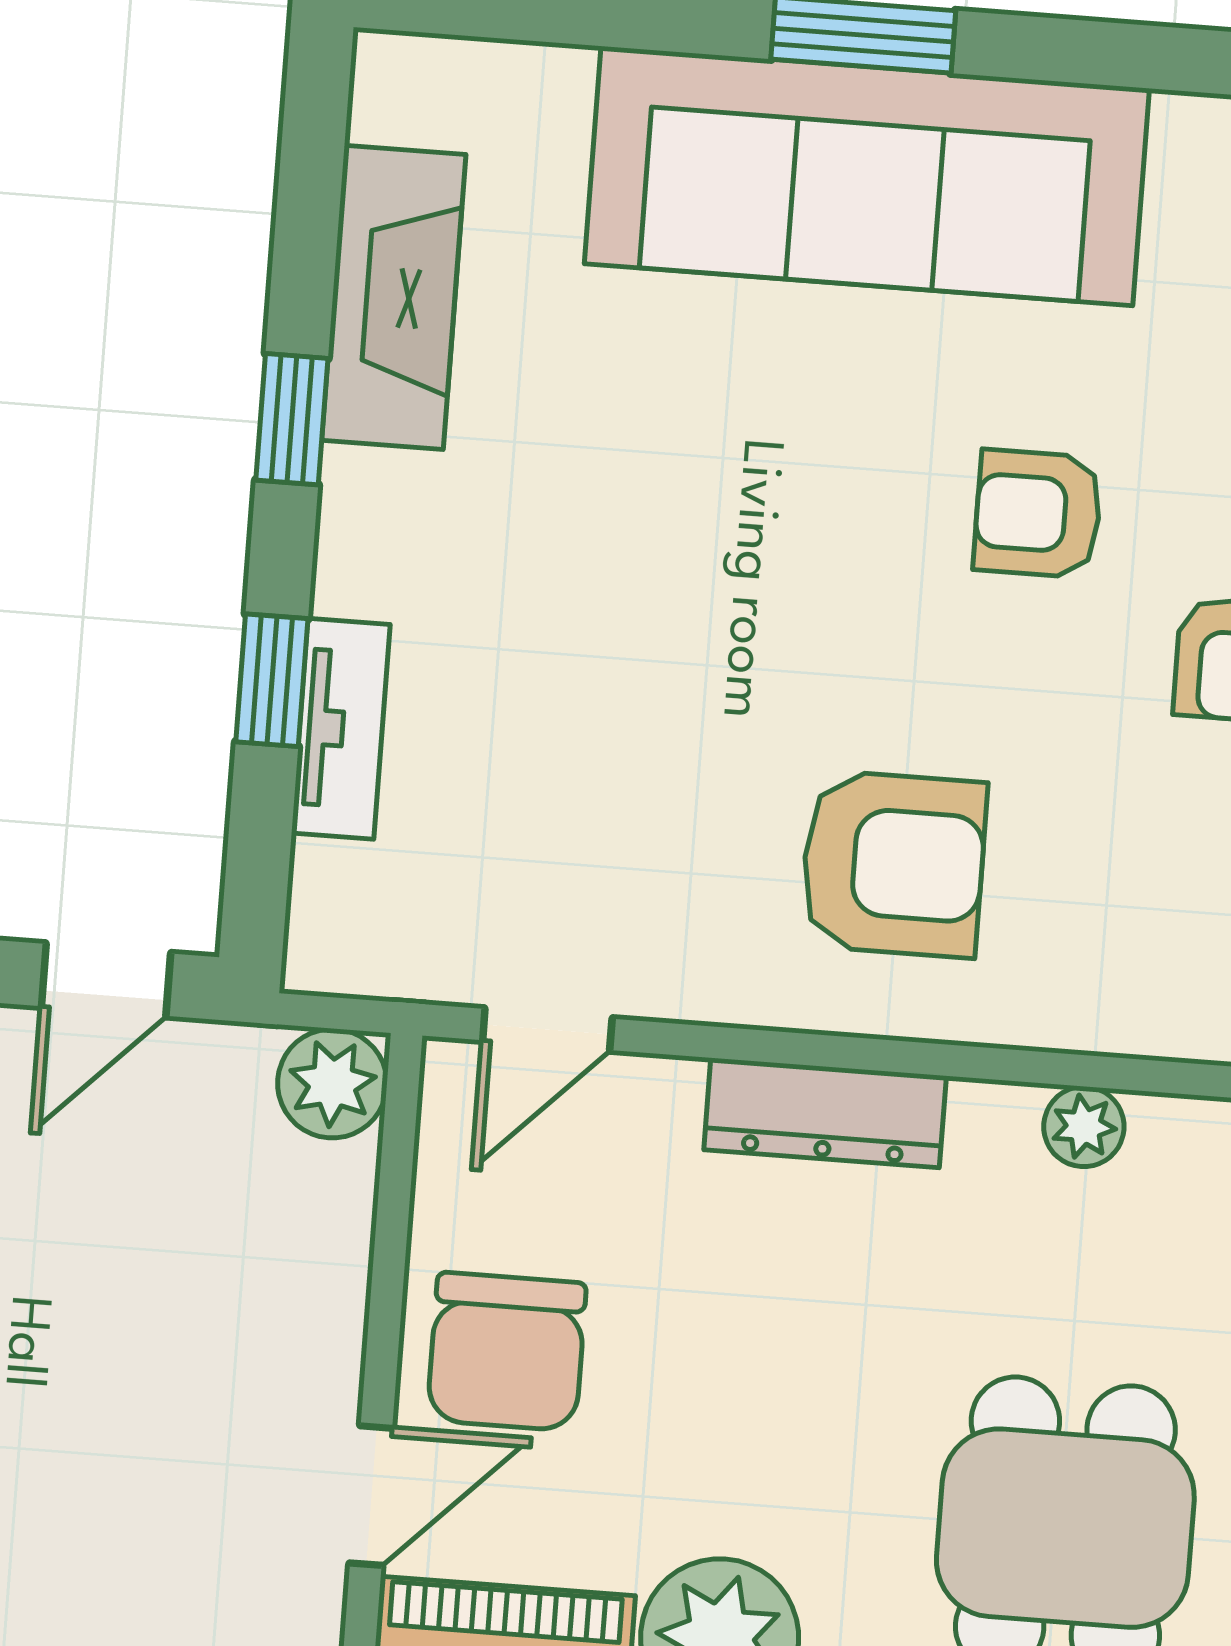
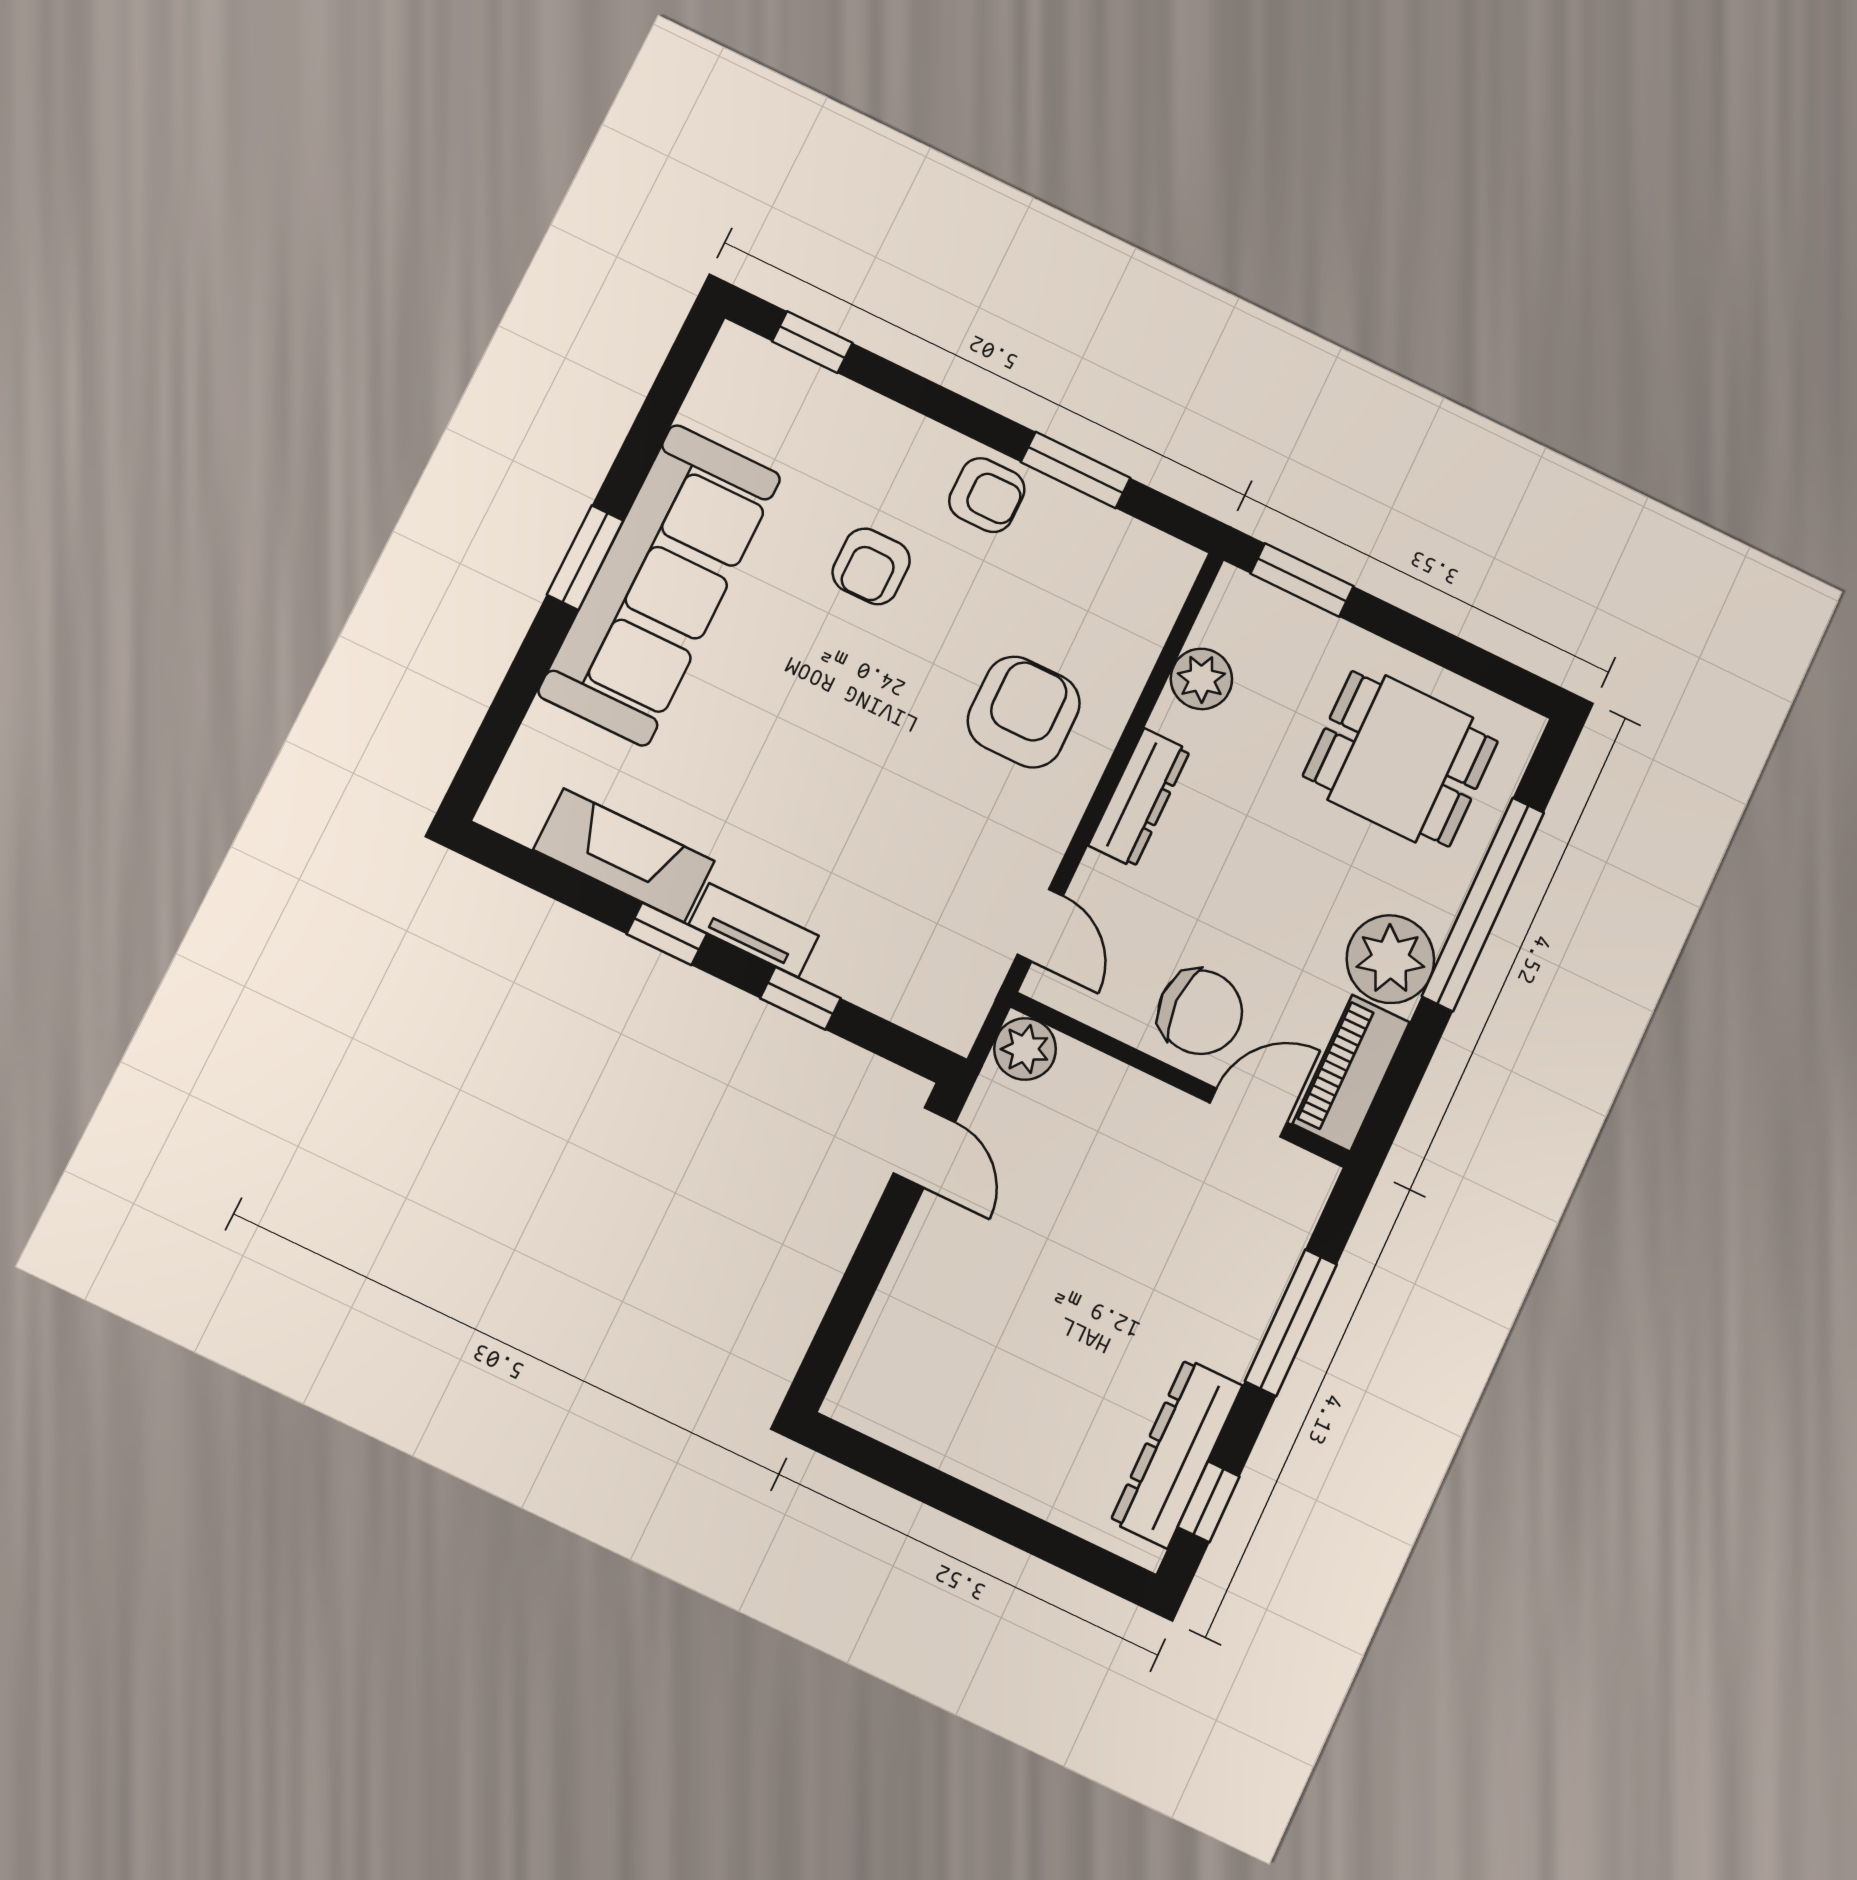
tv unit: (341, 729) -> (754, 930), moved
plant: (1084, 1127) -> (1201, 679), width x1.38, depth x1.38
door: (371, 1496) -> (1249, 1113), hinge flipped

